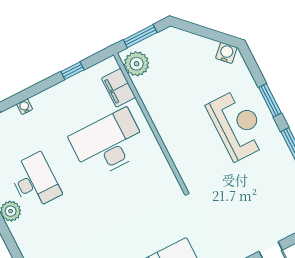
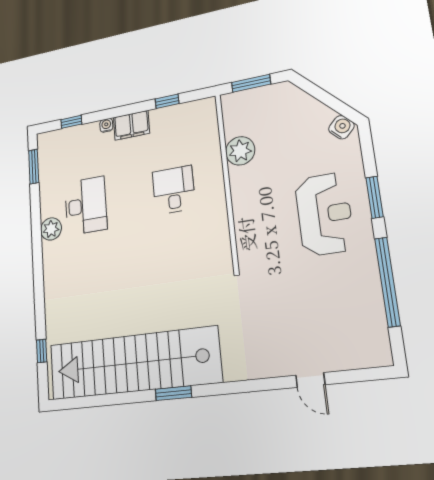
plant: (137, 64) -> (240, 151), moved
filing cabinet: (119, 88) -> (131, 125), moved, turned -90
desk: (108, 144) -> (174, 190), width x0.53, depth x0.77

